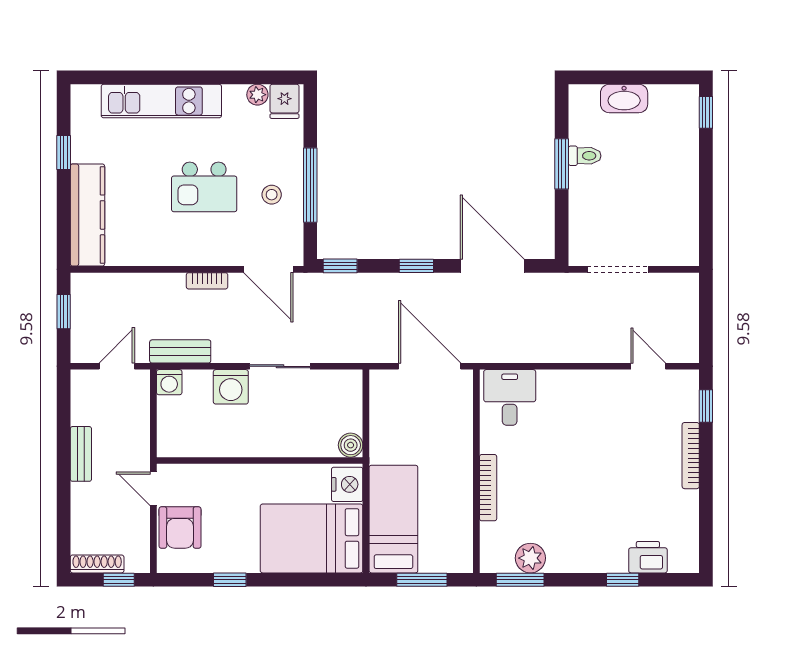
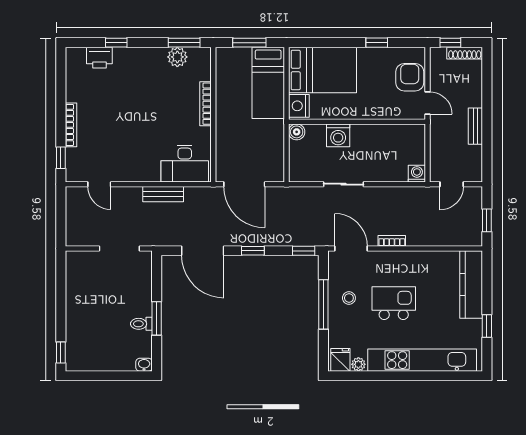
washbasin: (624, 99) -> (144, 365), moved, width x0.52, depth x0.69
kitchen unit: (161, 101) -> (422, 360), width x1.36
bench: (180, 351) -> (163, 194), moved
washing machine: (231, 387) -> (338, 135), moved, turned 180
desk: (510, 397) -> (185, 164), width x1.37

